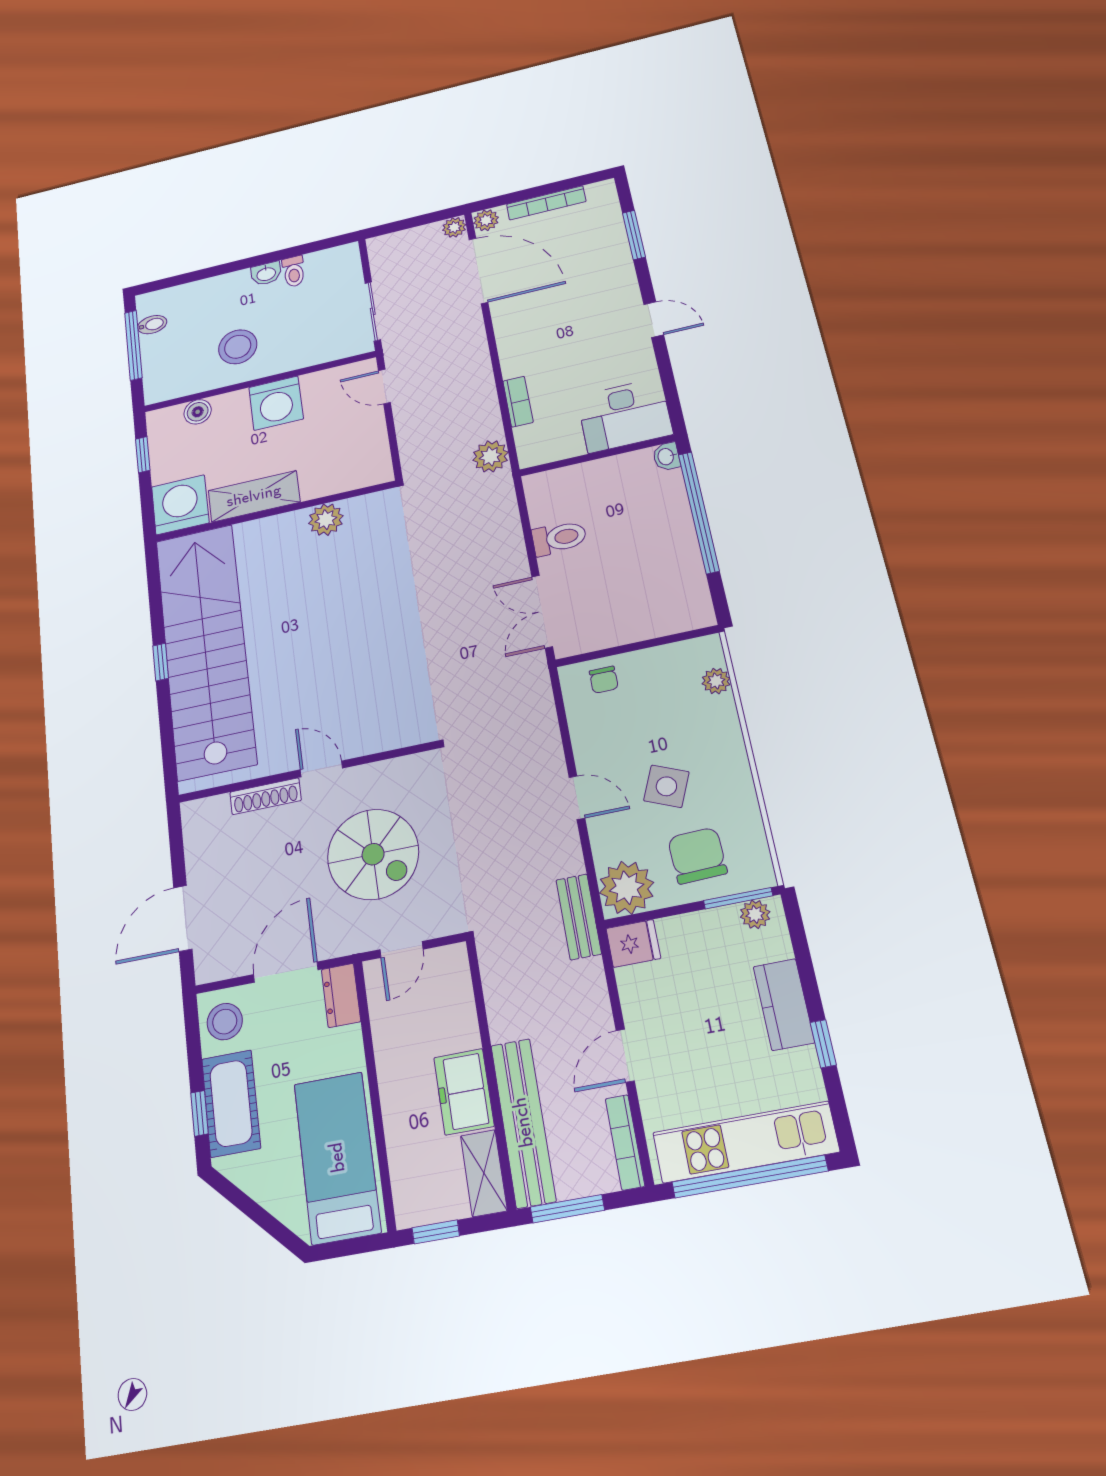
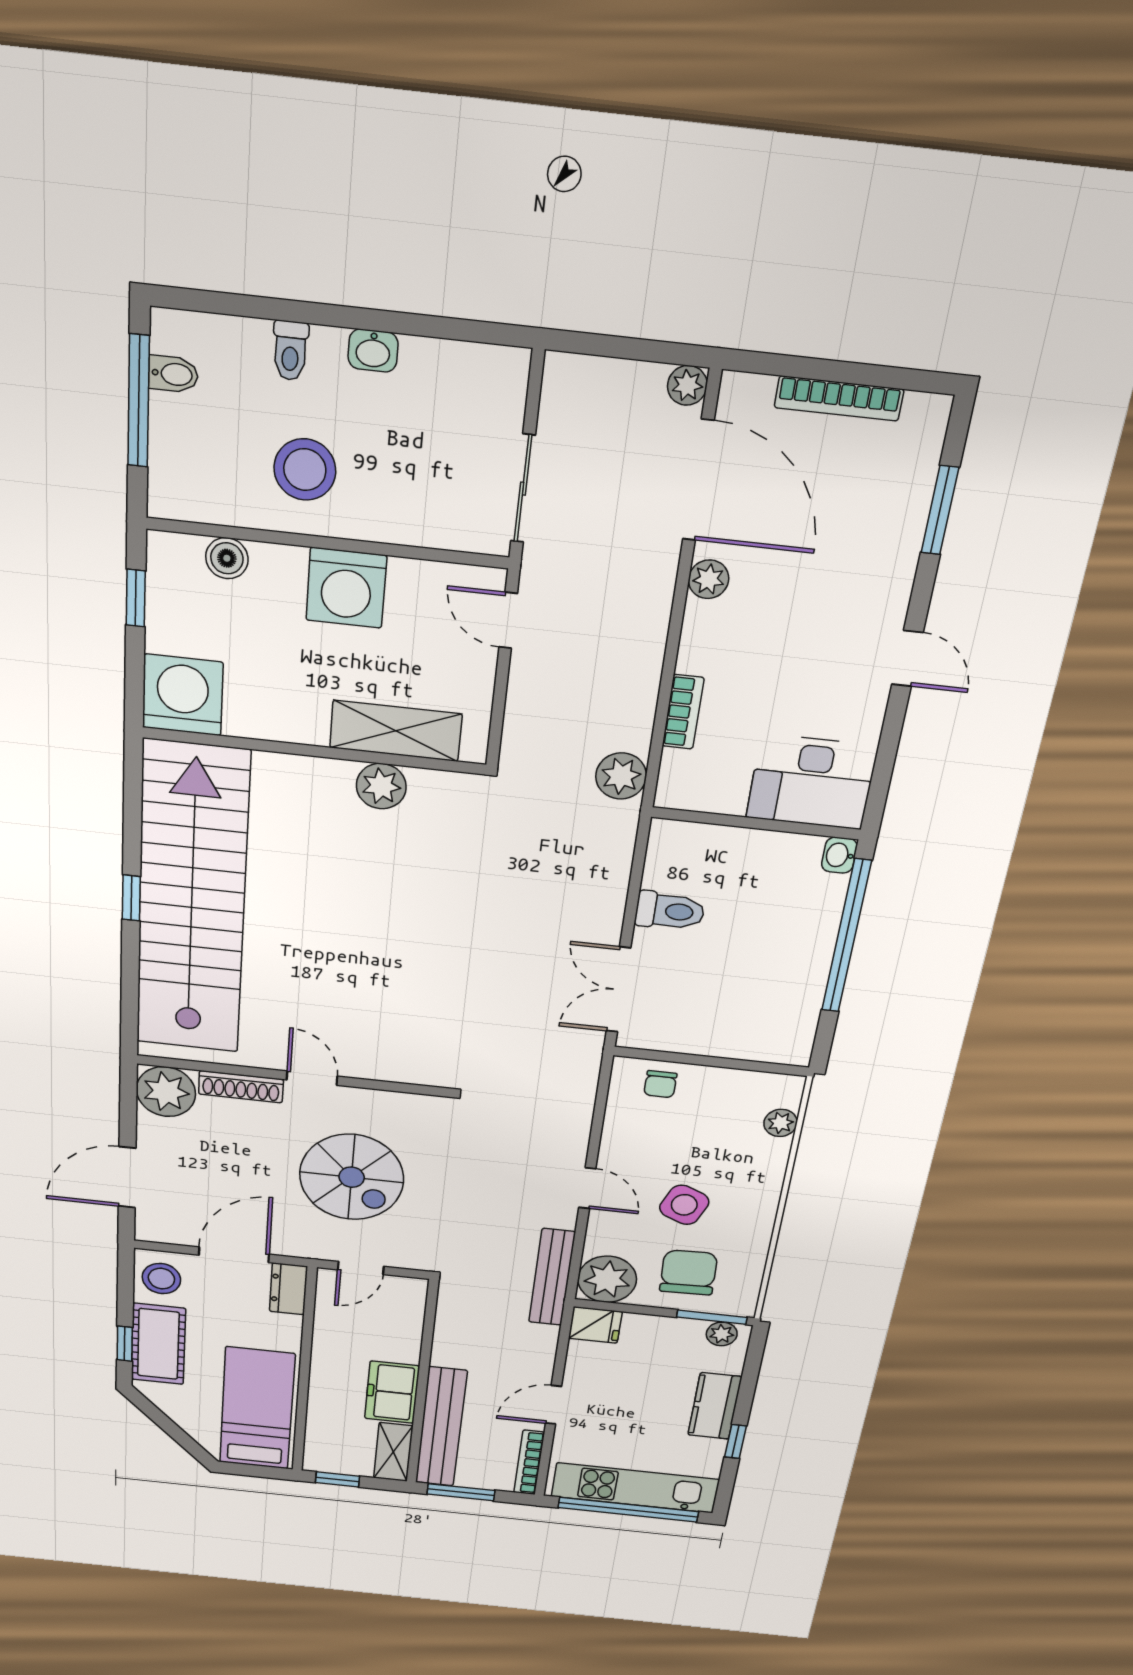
plant: (486, 220) -> (709, 579), moved
toilet: (294, 271) -> (290, 351), moved
shelving: (254, 496) -> (396, 731), moved
plant: (206, 821) -> (166, 1092), added
bench: (579, 917) -> (552, 1277), width x1.36

